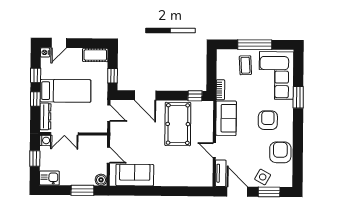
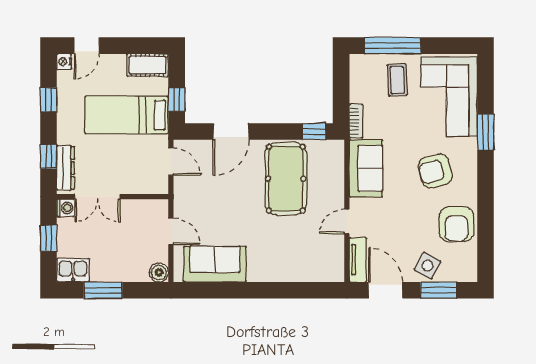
window: (255, 45) -> (393, 46), moved
bed: (65, 91) -> (127, 115), moved, turned 180
door: (145, 95) -> (231, 131), hinge flipped
window: (35, 99) -> (49, 156), moved
armchair: (268, 120) -> (435, 171), turned -105
door: (214, 150) -> (347, 222), hinge flipped
armchair: (280, 152) -> (457, 224), turned 180
window: (82, 190) -> (103, 290), moved

